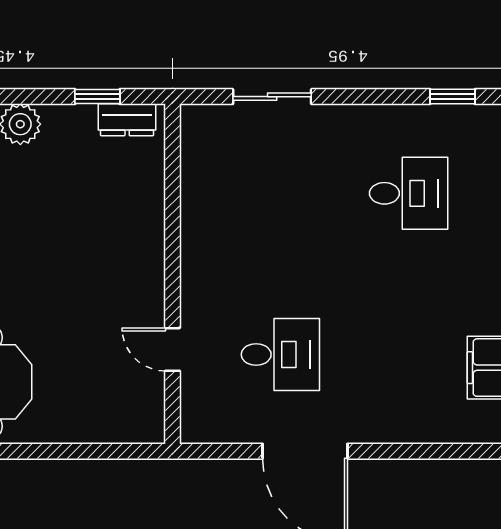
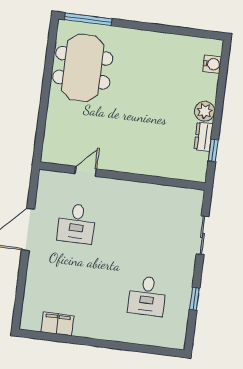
window: (453, 97) -> (195, 299), moved
dresser: (127, 120) -> (204, 137), moved

